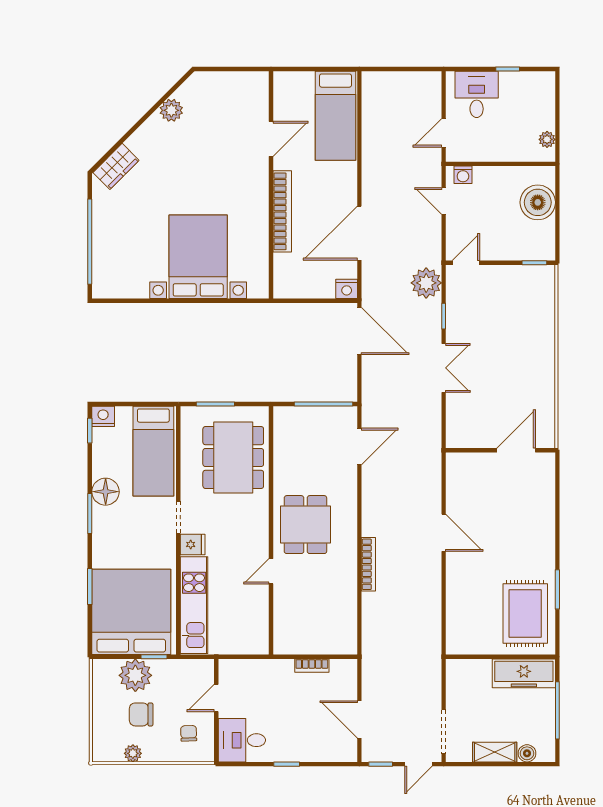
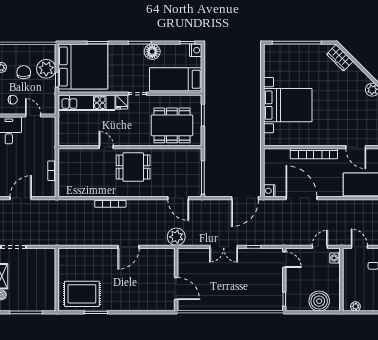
plant: (426, 283) -> (176, 237), moved
freezer: (524, 673) -> (47, 293), removed

